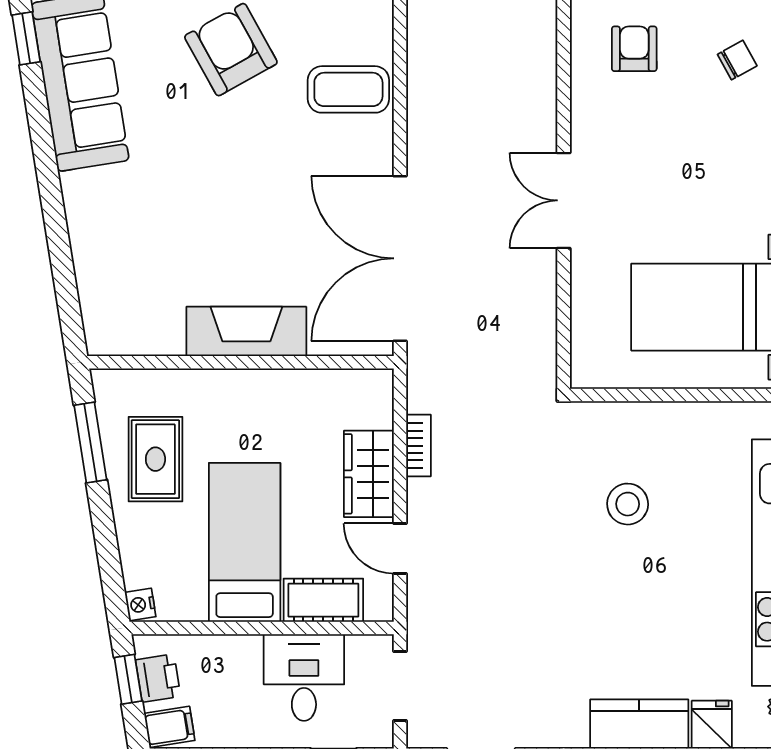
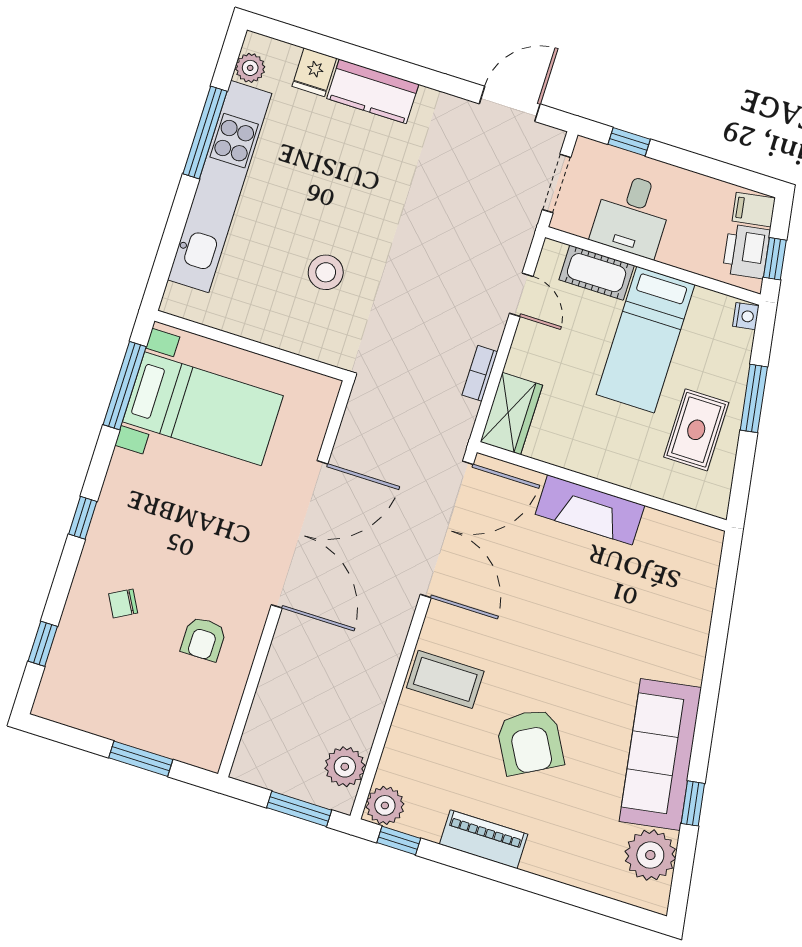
double door: (564, 200) -> (300, 534), width x1.87
window: (90, 442) -> (754, 398), moved
wardrobe: (369, 474) -> (511, 414), moved
printer: (158, 678) -> (746, 251), width x1.36, depth x1.24

